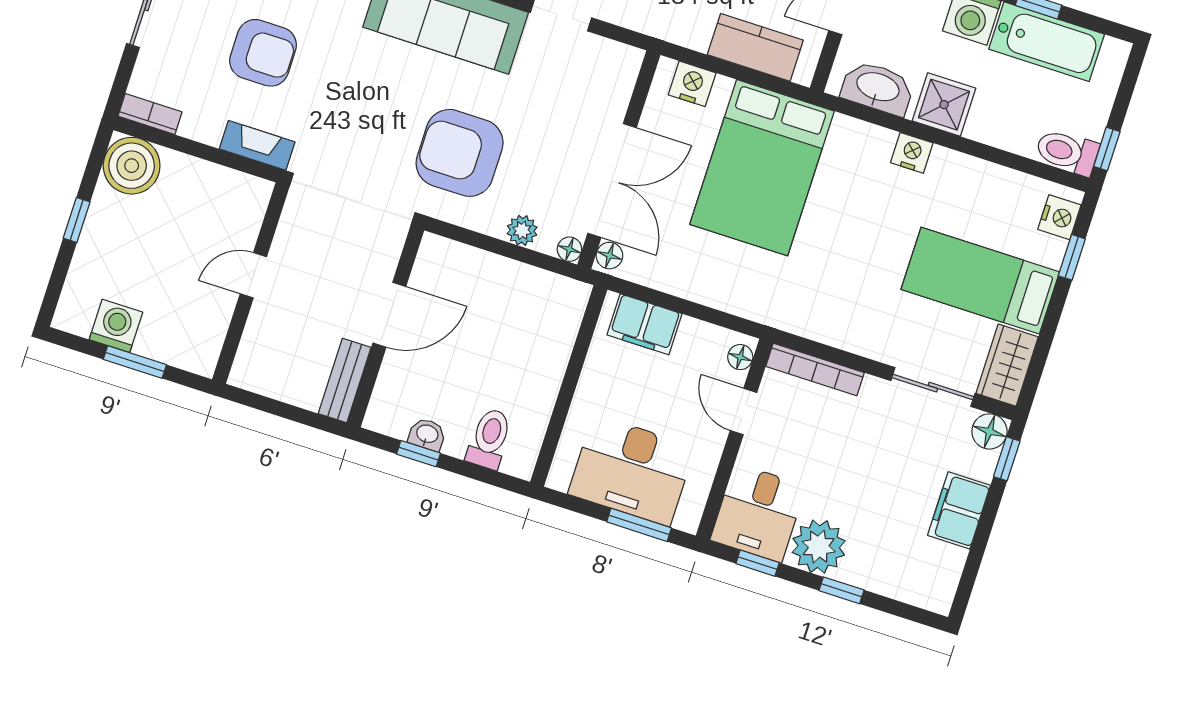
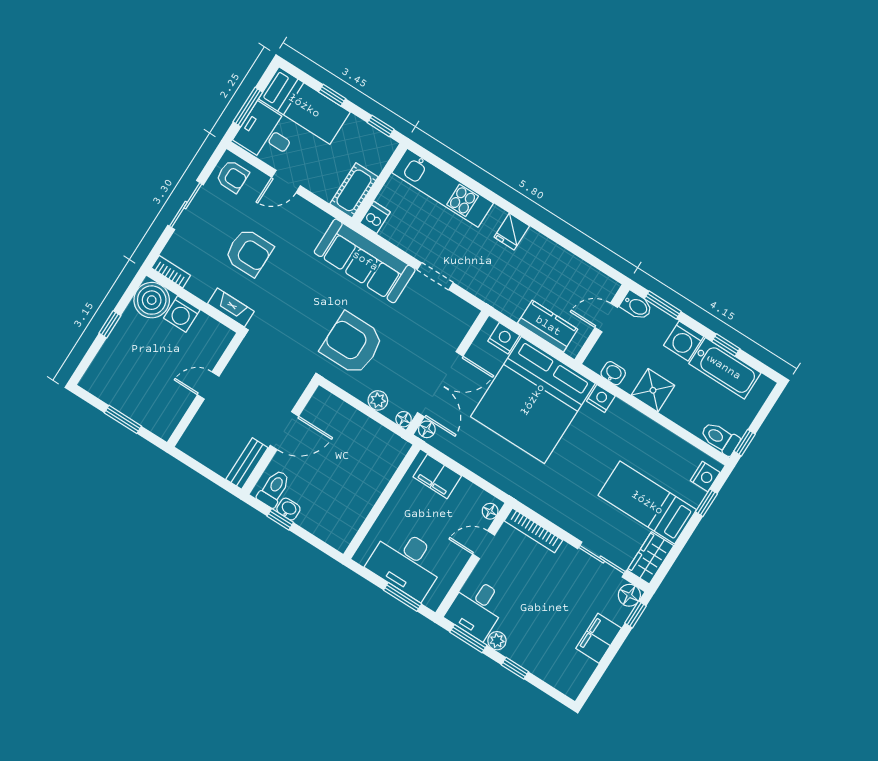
washbasin: (878, 88) -> (613, 373), width x0.52, depth x0.69
nightstand: (912, 153) -> (601, 398), moved
bed: (762, 168) -> (533, 400), width x1.36
washing machine: (116, 326) -> (182, 314), moved, turned 180
door: (743, 412) -> (484, 545), hinge flipped
toilet: (489, 439) -> (274, 489), moved
plant: (819, 547) -> (497, 641), width x0.53, depth x0.53
window: (758, 563) -> (468, 639), width x1.50

